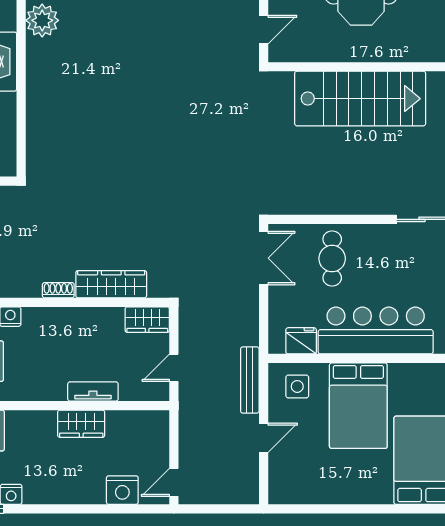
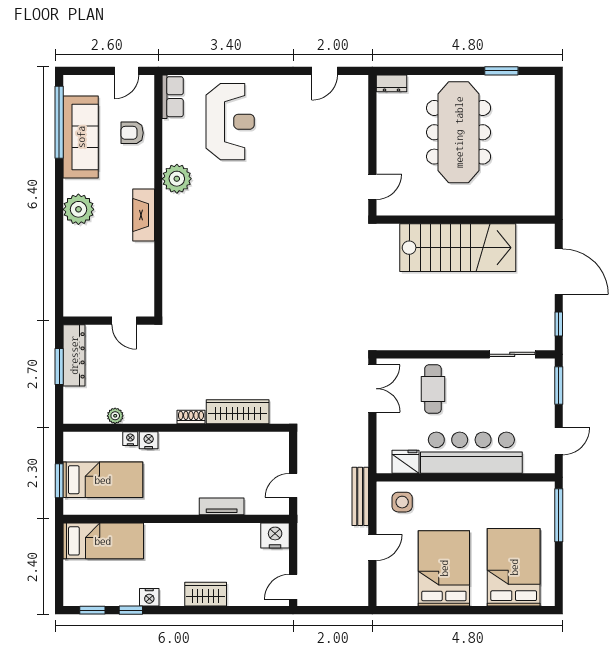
wardrobe: (147, 320) -> (270, 443), removed
bed: (358, 406) -> (444, 568), moved, turned 180
wardrobe: (81, 424) -> (206, 594), moved, turned 180
nightstand: (122, 490) -> (275, 535), moved, turned 180

